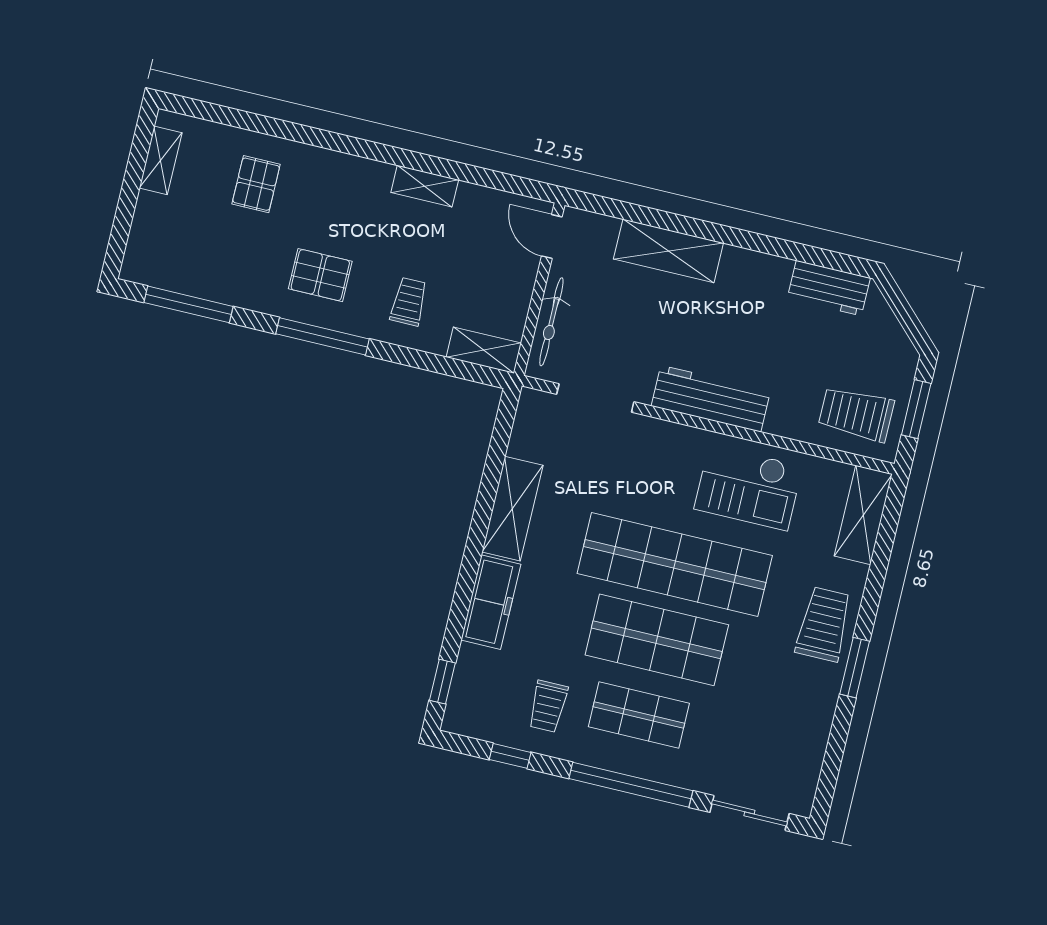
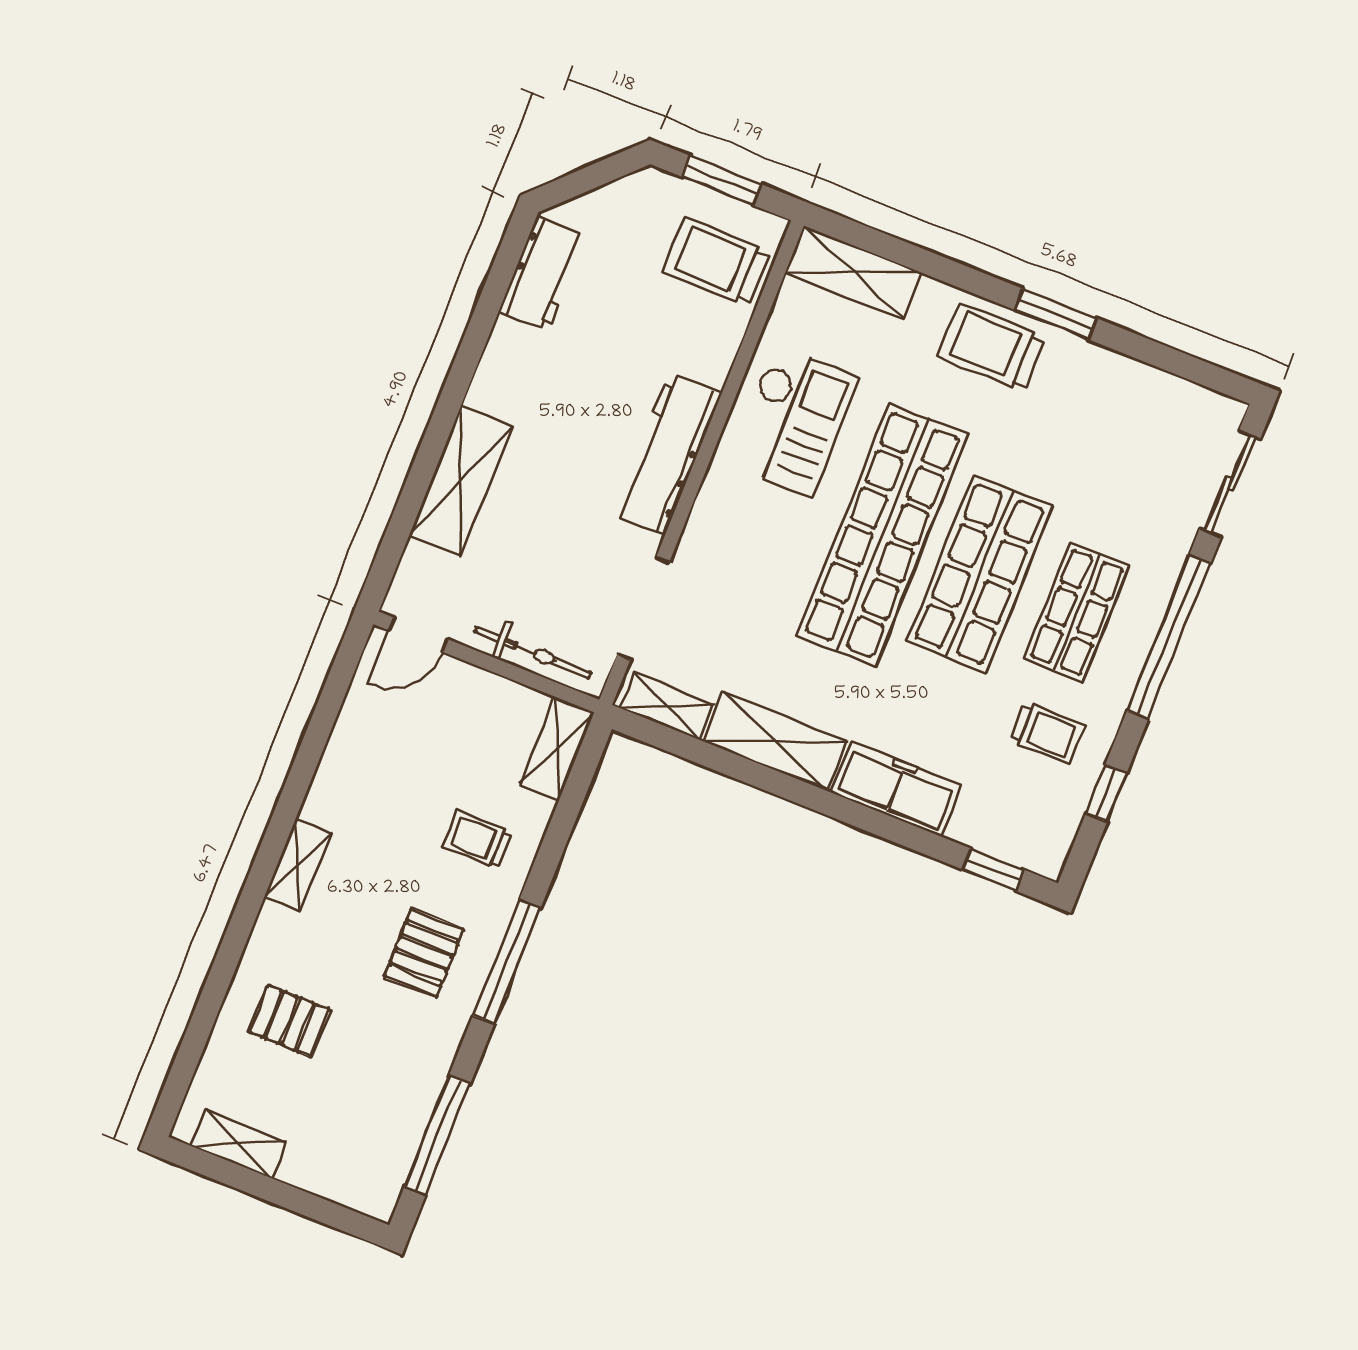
shelving: (425, 186) -> (298, 865), moved
trolley: (856, 414) -> (716, 262), turned 90
shelving: (526, 426) -> (667, 706), added

